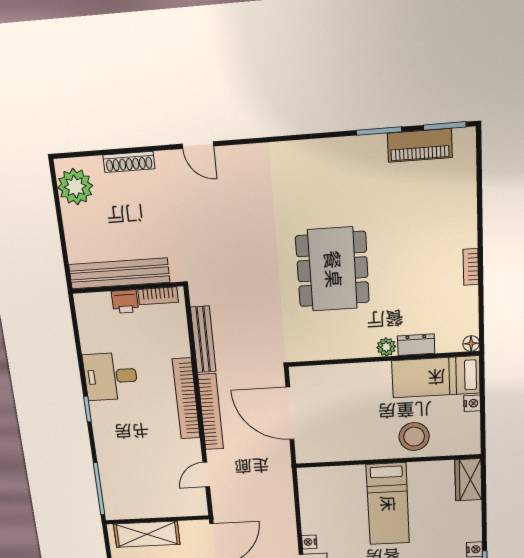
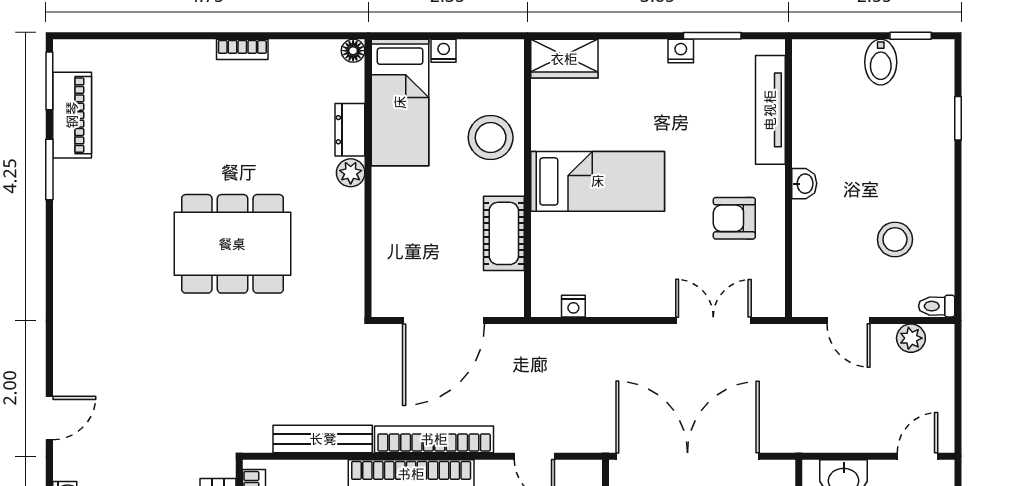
cot: (350, 448) -> (504, 233), added
nightstand: (309, 542) -> (573, 306), moved

